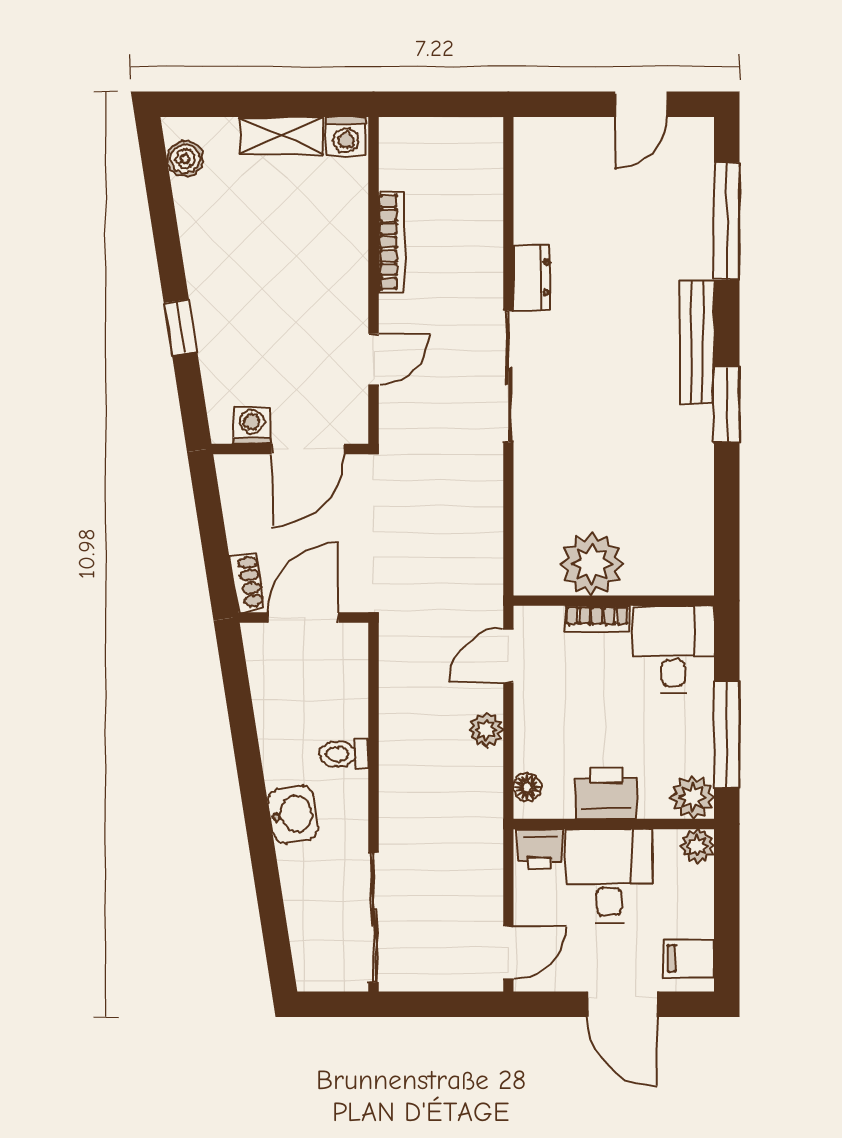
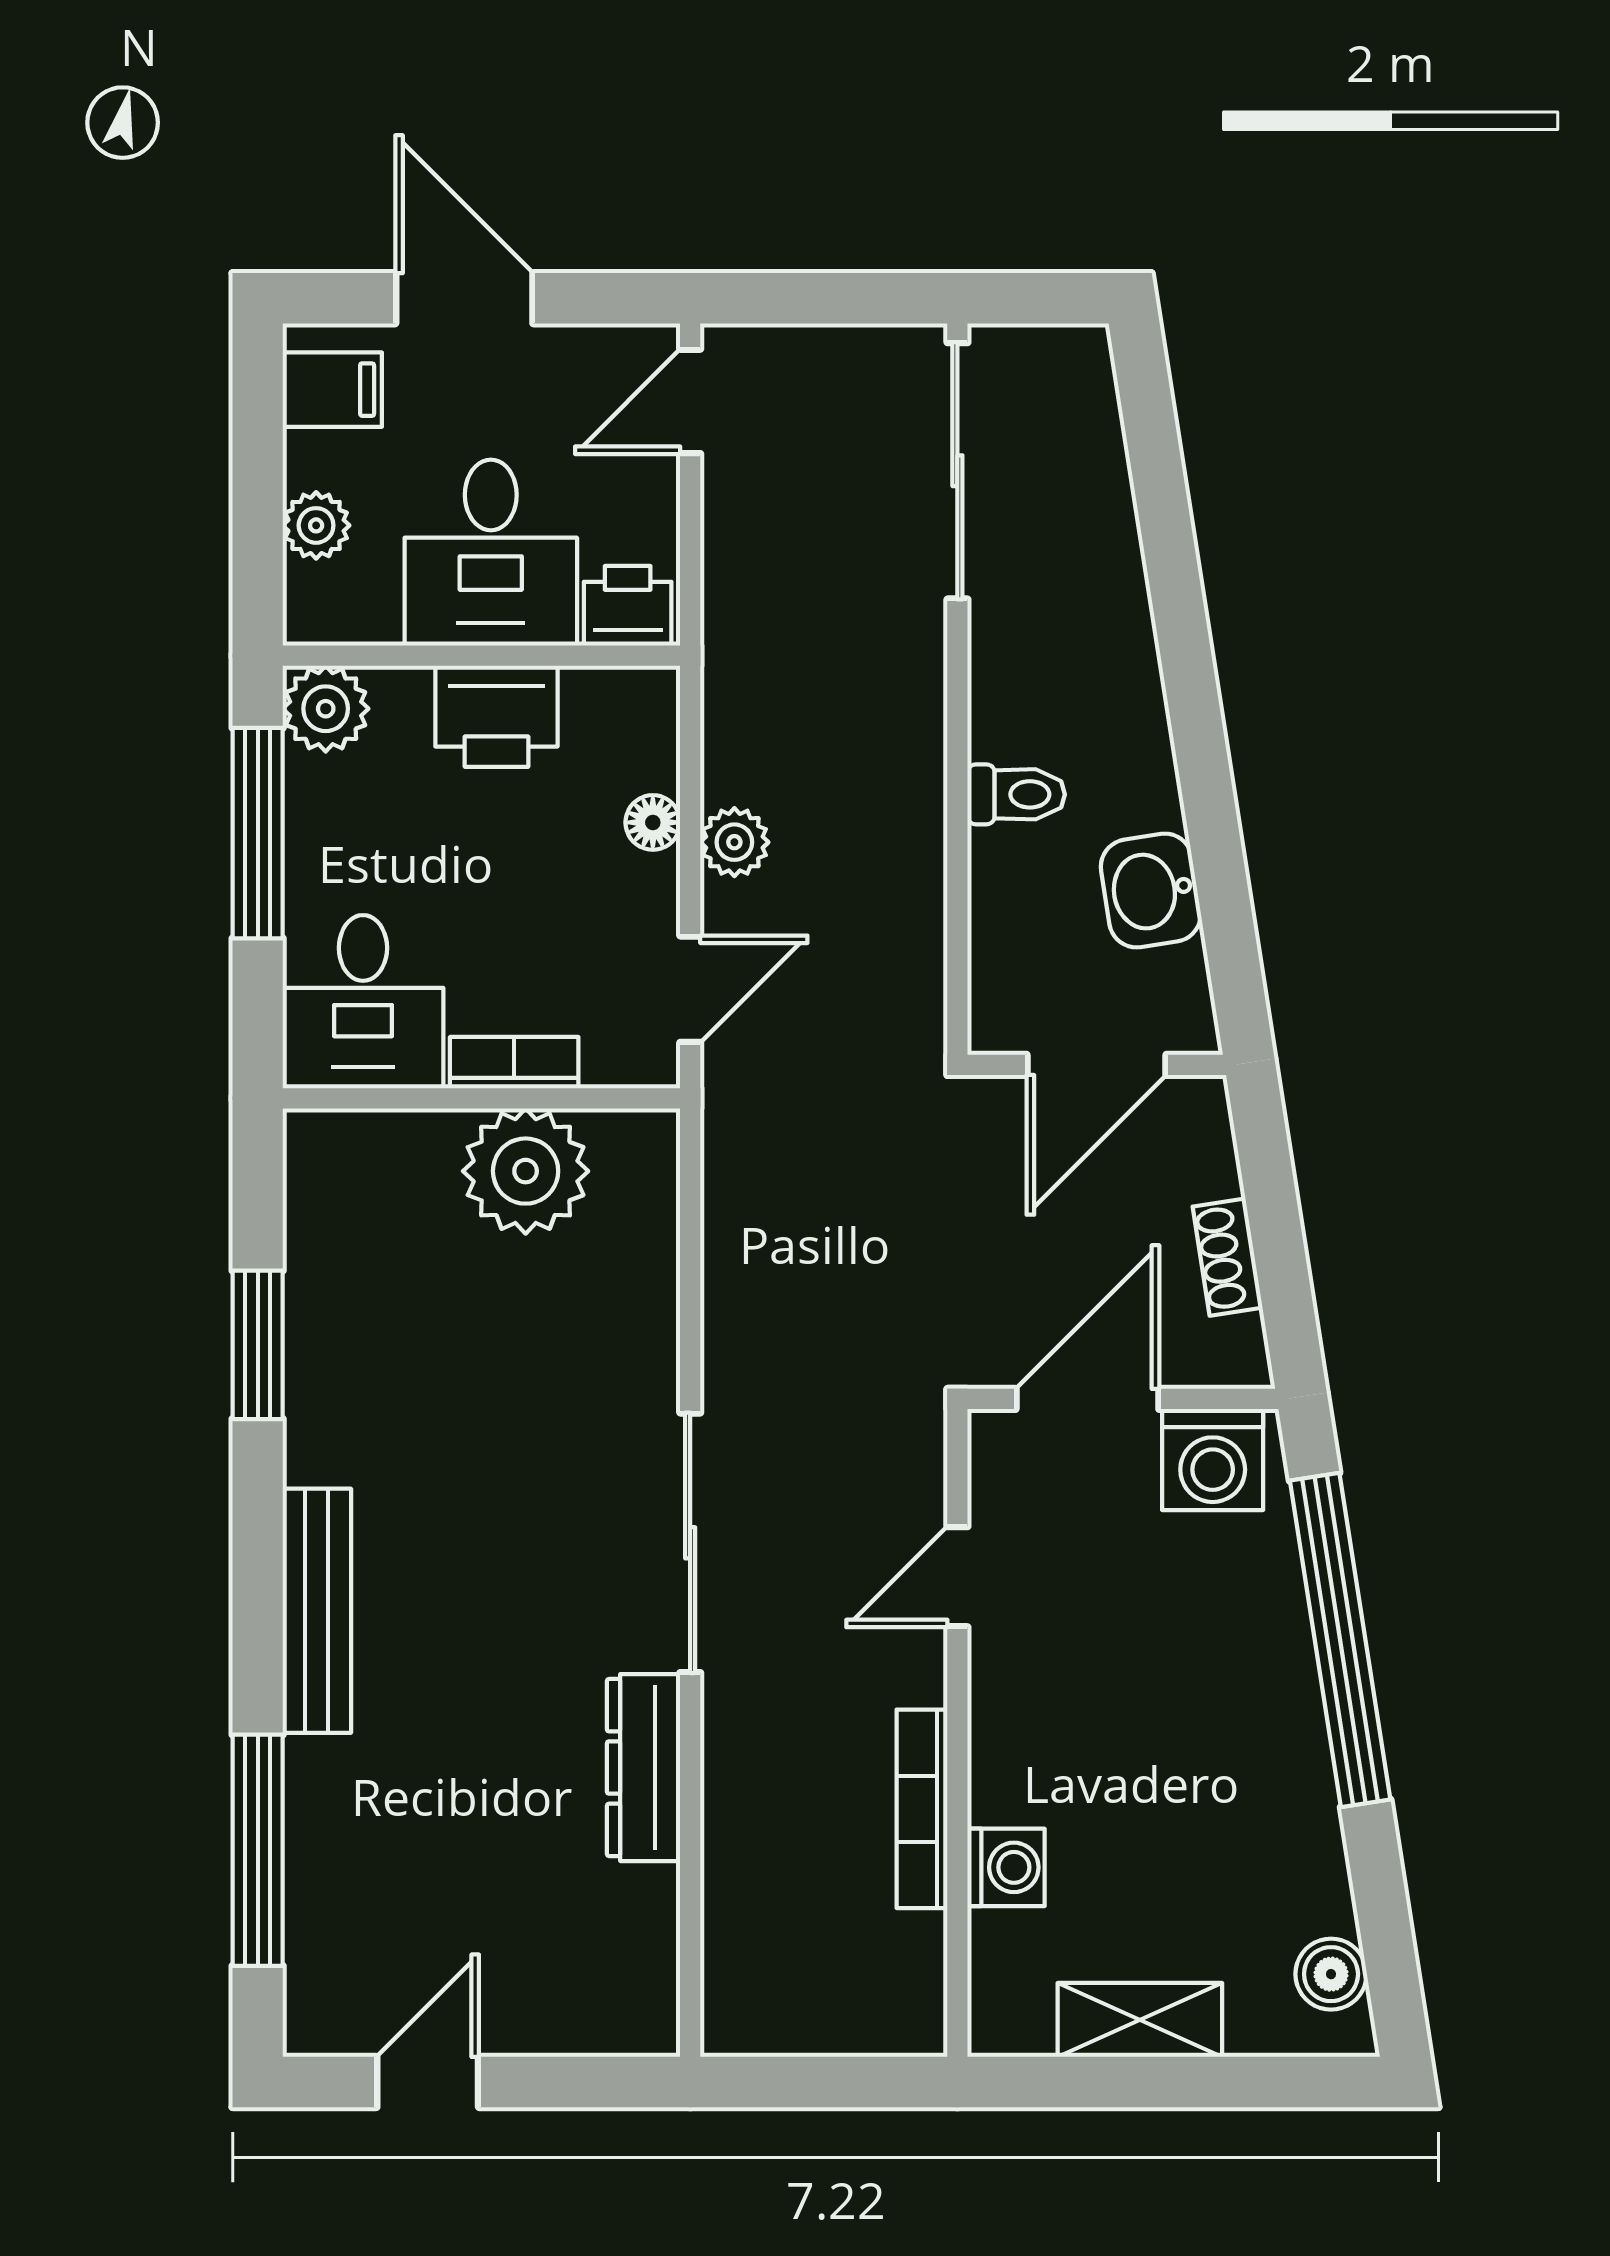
washing machine: (346, 136) -> (1006, 1867), moved, turned 90
dresser: (532, 277) -> (644, 1768), width x1.44
window: (180, 327) -> (1340, 1640), width x3.17
window: (727, 404) -> (258, 1345), moved
washing machine: (252, 425) -> (1213, 1460), width x1.38, depth x1.38
shoe rack: (247, 582) -> (1228, 1257), moved
floor lamp: (527, 787) -> (653, 822), moved
washbasin: (293, 814) -> (1151, 891), moved
plant: (697, 846) -> (316, 525), moved

